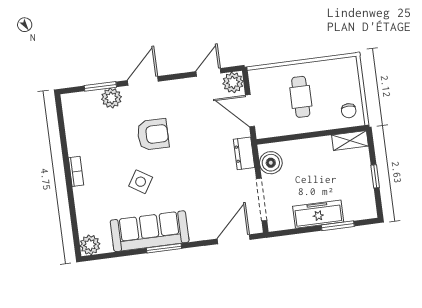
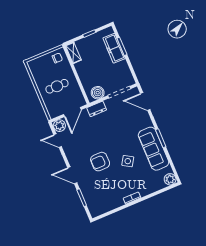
plant: (111, 98) -> (86, 190), removed
armchair: (153, 134) -> (100, 162), turned -90
freezer: (318, 214) -> (114, 48), moved

